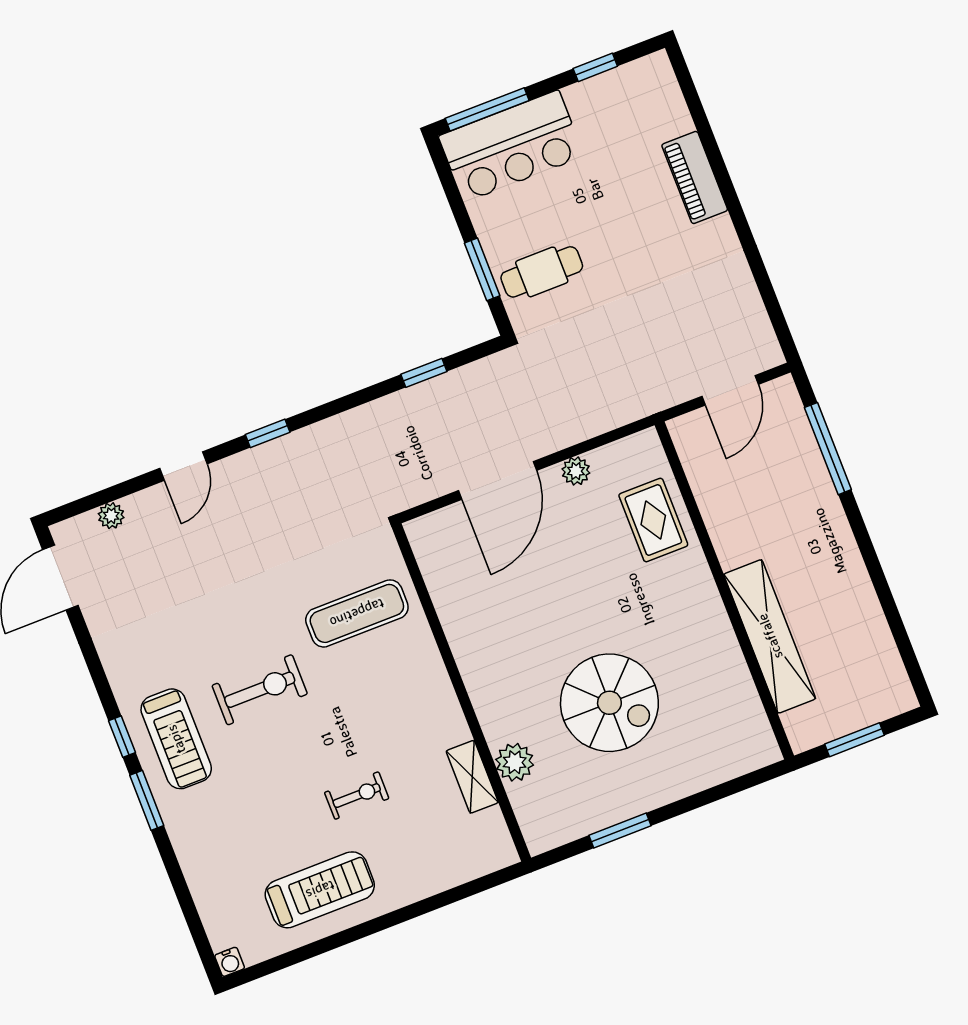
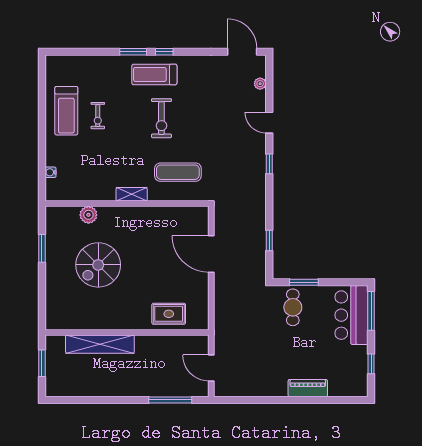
plant: (576, 471) -> (202, 289), removed
exercise mat: (357, 613) -> (178, 172), turned 90
shelving: (472, 777) -> (132, 194), moved
exercise bike: (357, 796) -> (98, 116), moved
water cooler: (230, 962) -> (51, 172), moved

